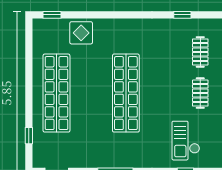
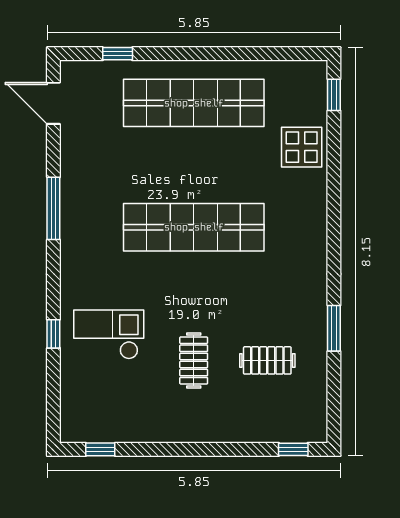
window: (182, 15) -> (334, 328), width x1.50
clothes rail: (200, 93) -> (194, 360), turned 90

